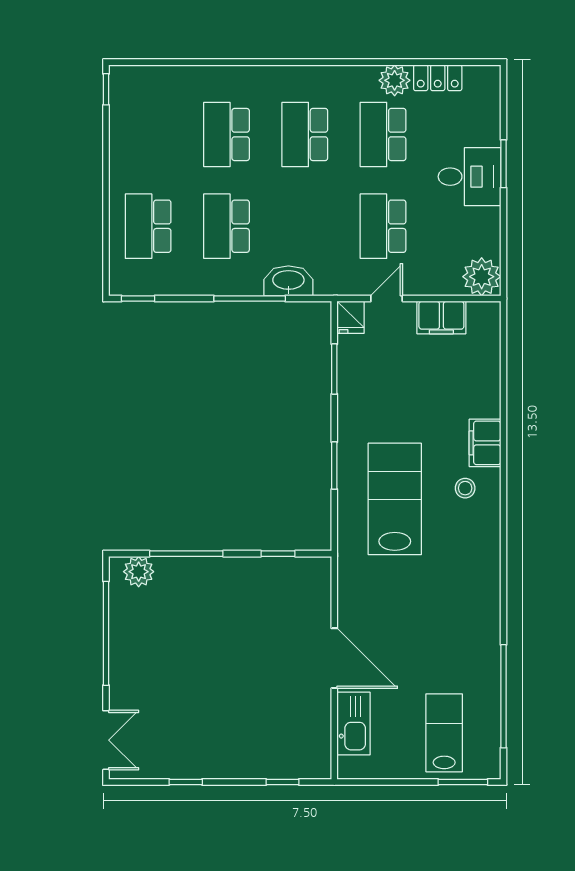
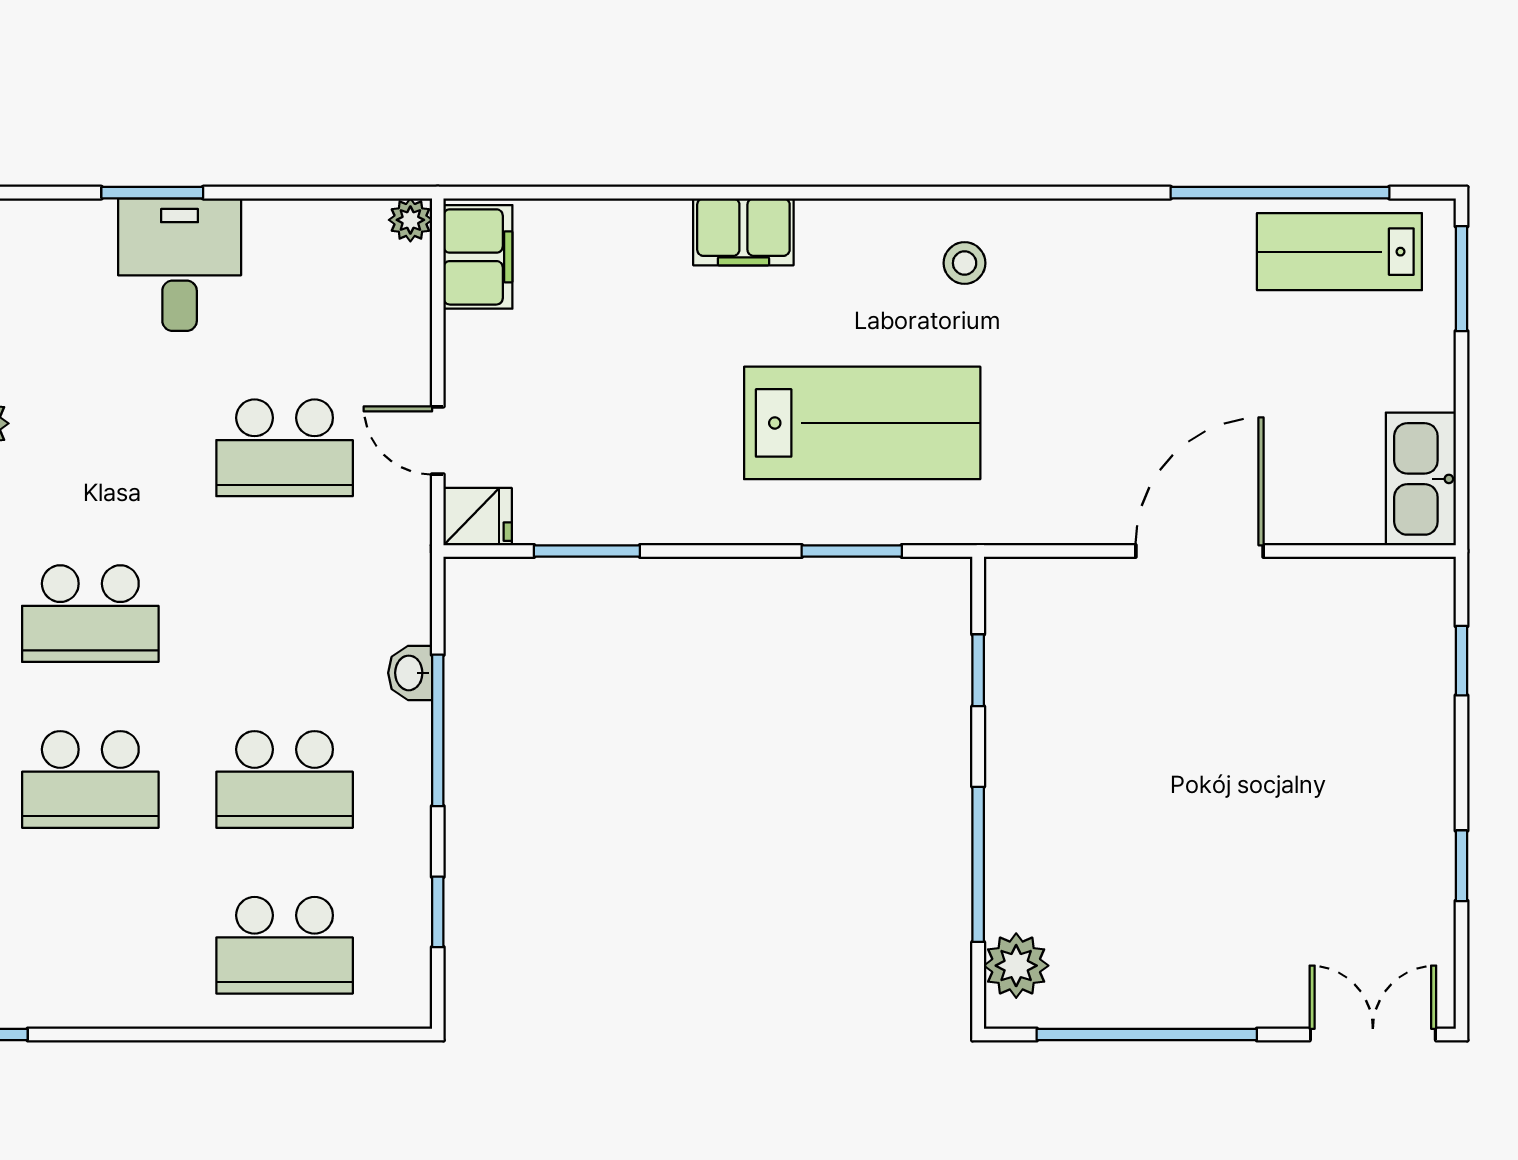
school desk: (383, 134) -> (90, 448), removed
plant: (482, 277) -> (410, 220), width x0.53, depth x0.53
washbasin: (288, 281) -> (410, 673), width x0.52, depth x0.69
window: (138, 299) -> (438, 912), moved
filing cabinet: (441, 318) -> (478, 257), moved
window: (334, 466) -> (852, 551), moved
stool: (465, 488) -> (965, 263), moved
lab bench: (395, 499) -> (862, 423), turned 180
kitchen sink: (354, 724) -> (1421, 479), moved, turned -90
lab bench: (444, 733) -> (1339, 252), moved

